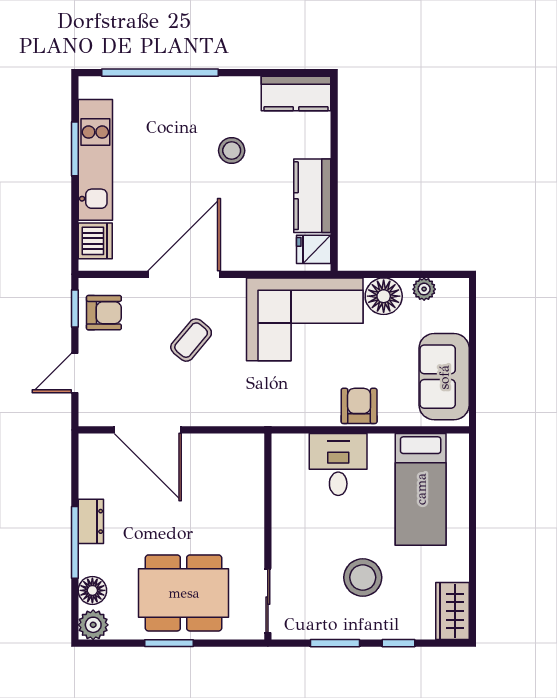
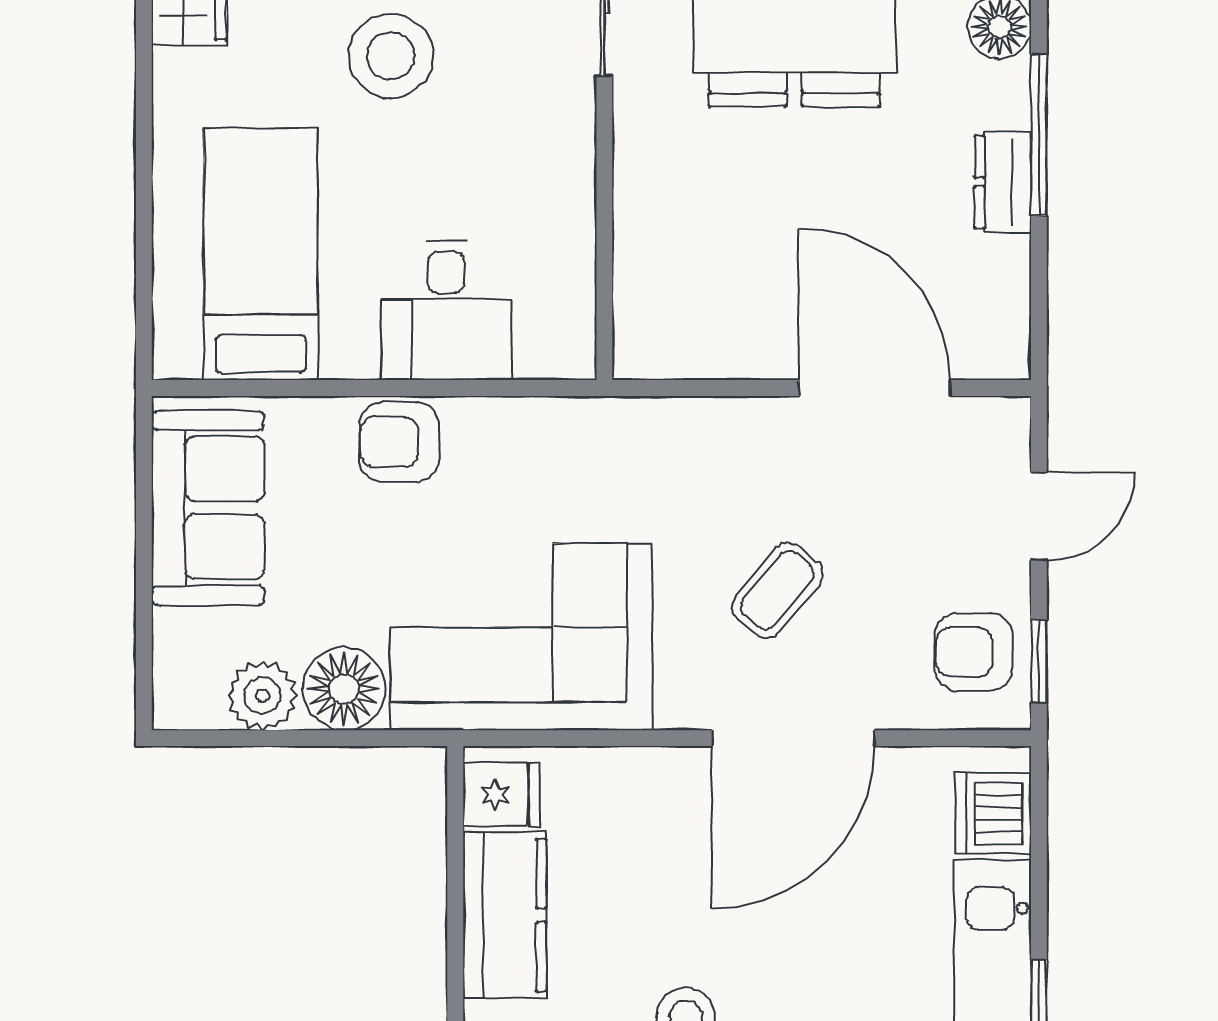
plant: (424, 289) -> (262, 696), width x1.38, depth x1.38
armchair: (359, 406) -> (399, 442), turned 90

